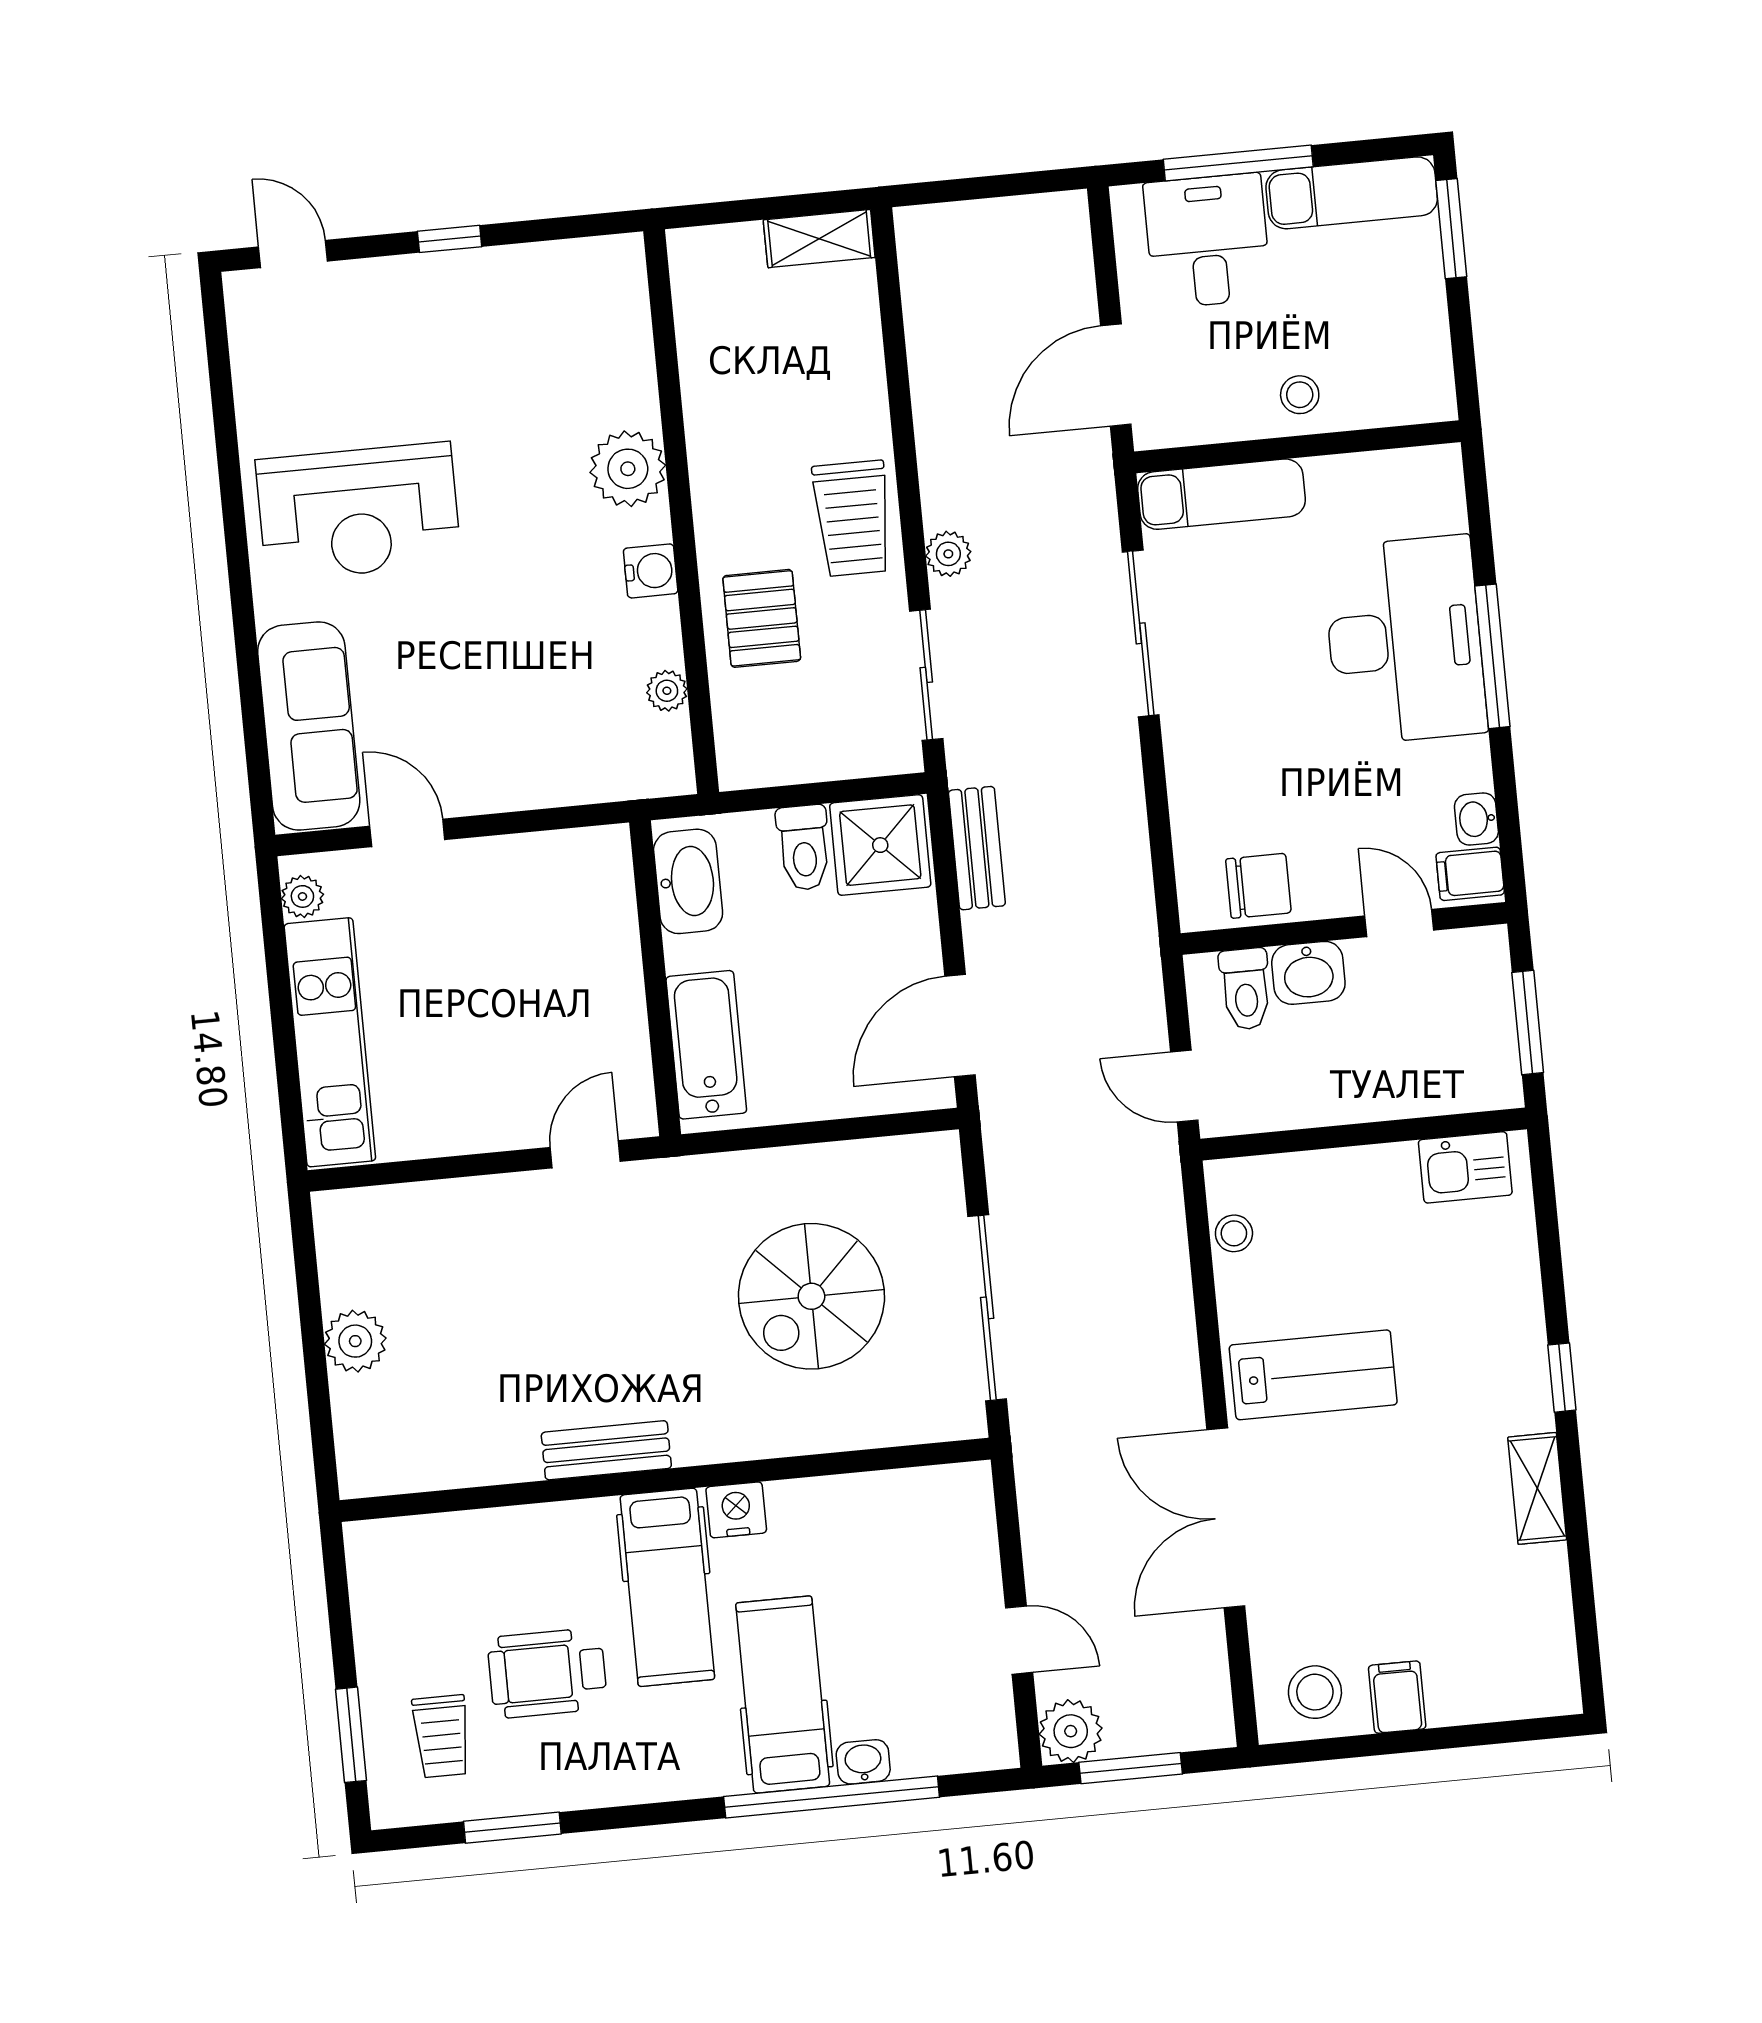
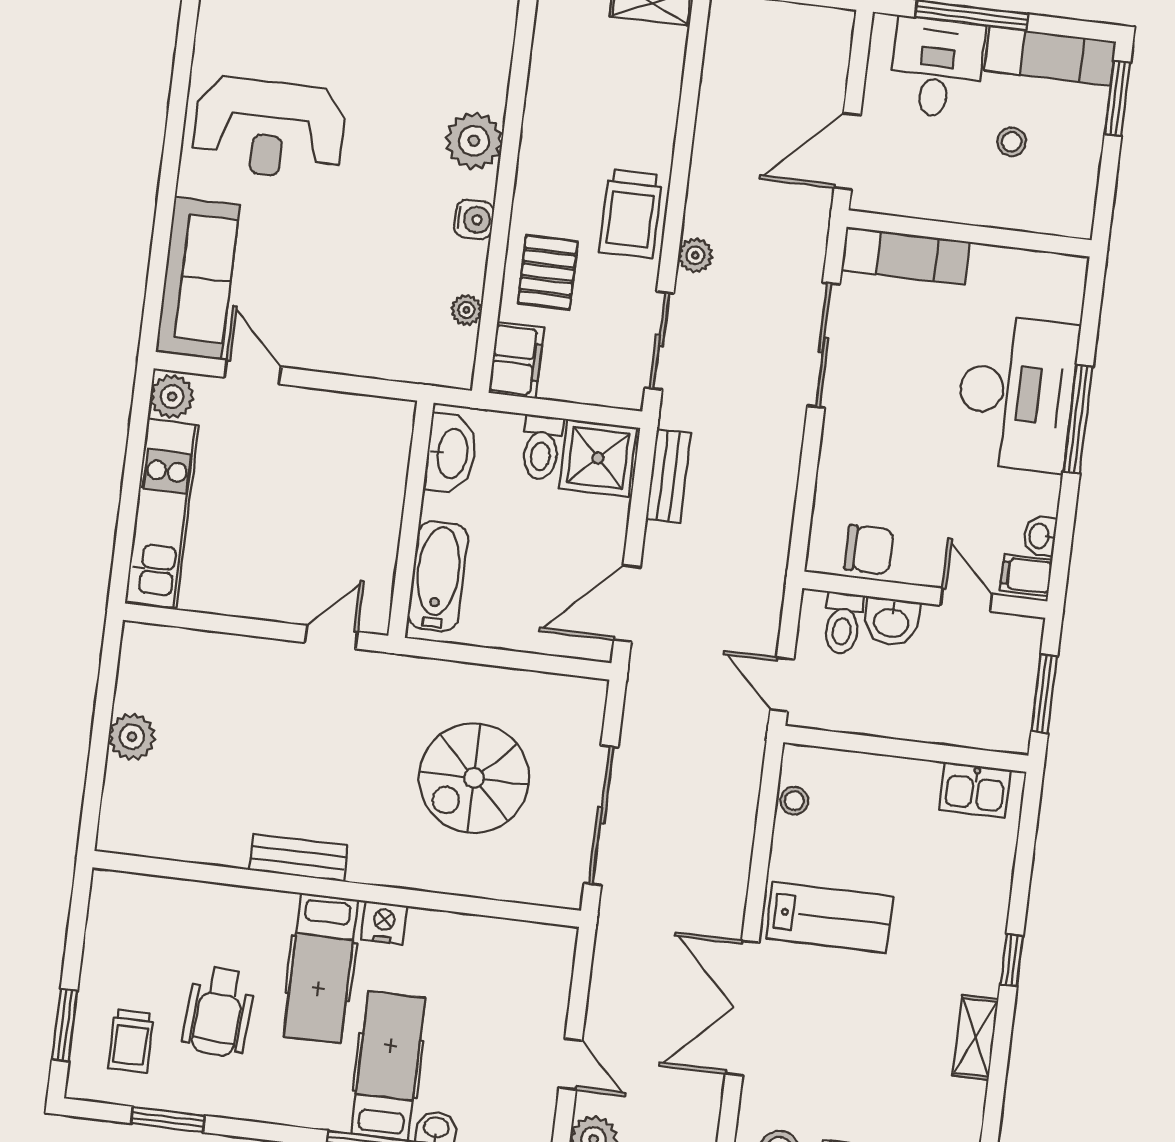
stool: (1300, 395) -> (1012, 142), moved
filing cabinet: (746, 742) -> (516, 360), added
plant: (302, 896) -> (172, 397), width x1.38, depth x1.38
wheelchair: (547, 1673) -> (219, 1012), turned -86

